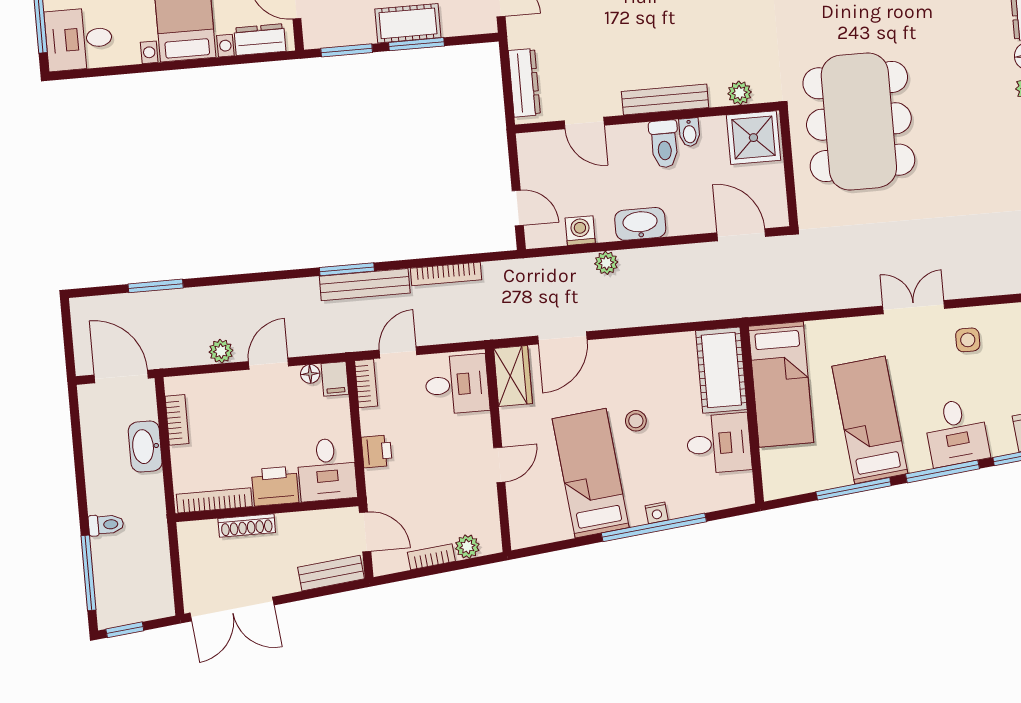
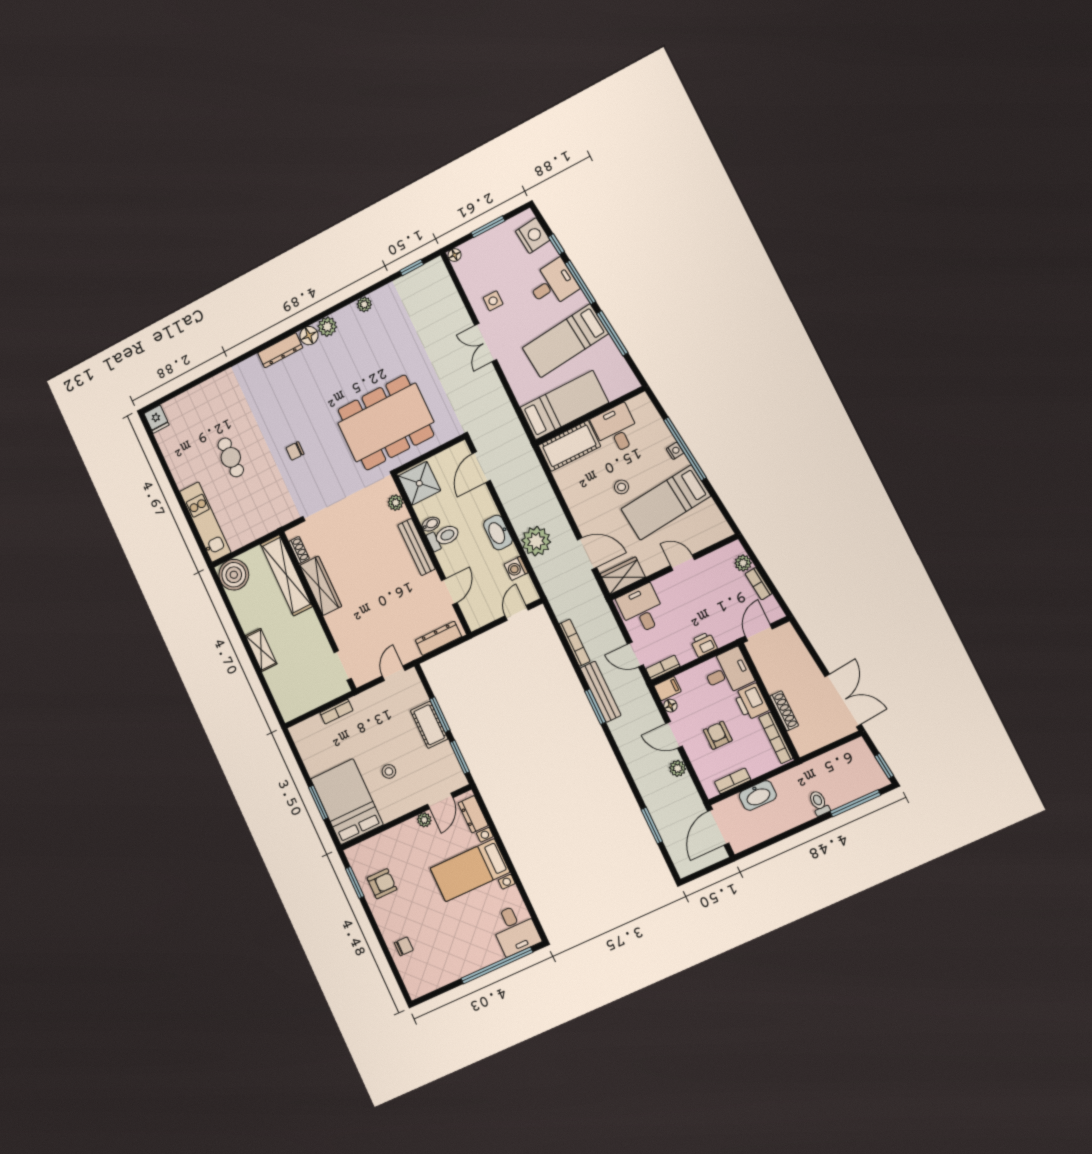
plant: (606, 263) -> (536, 541), width x1.88, depth x1.88
armchair: (246, 423) -> (718, 735), added
bench: (331, 573) -> (794, 645), removed

